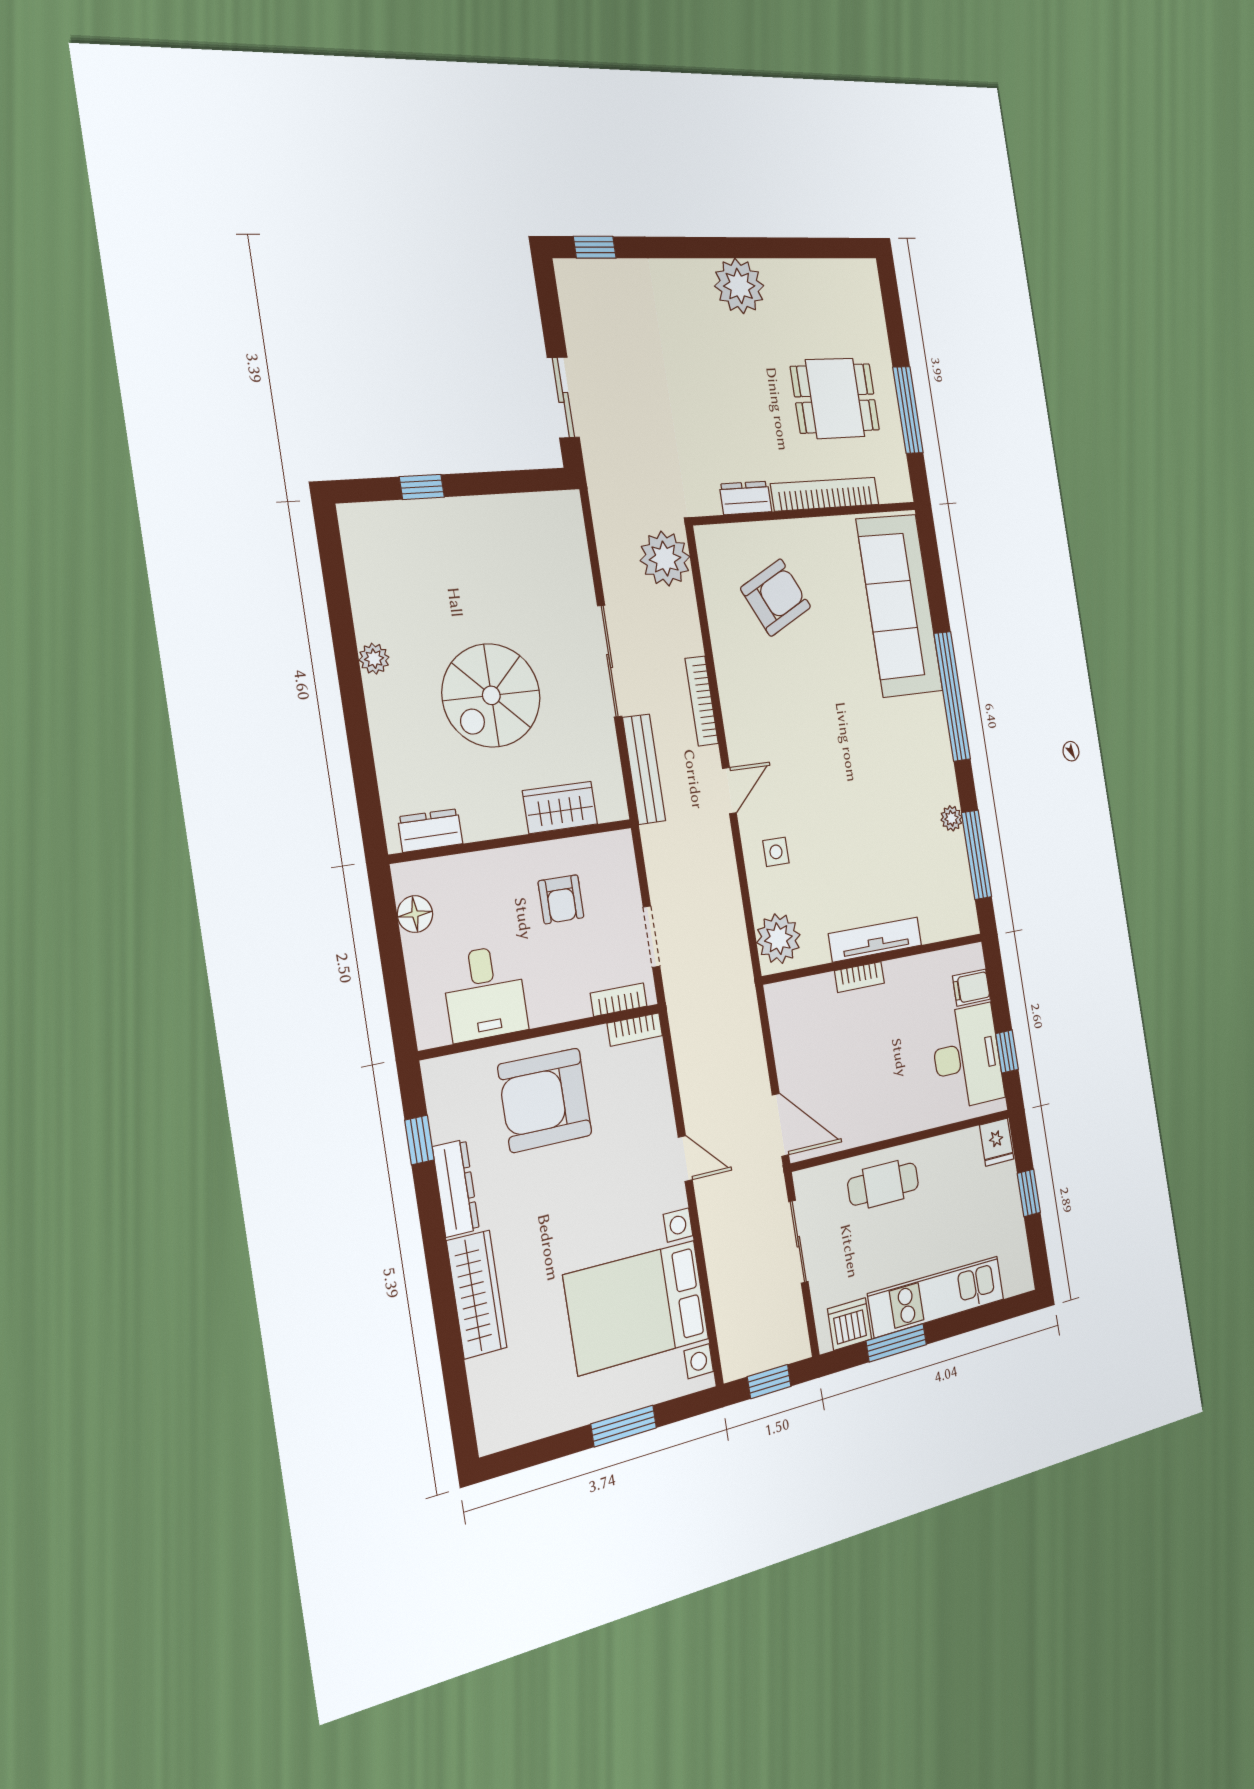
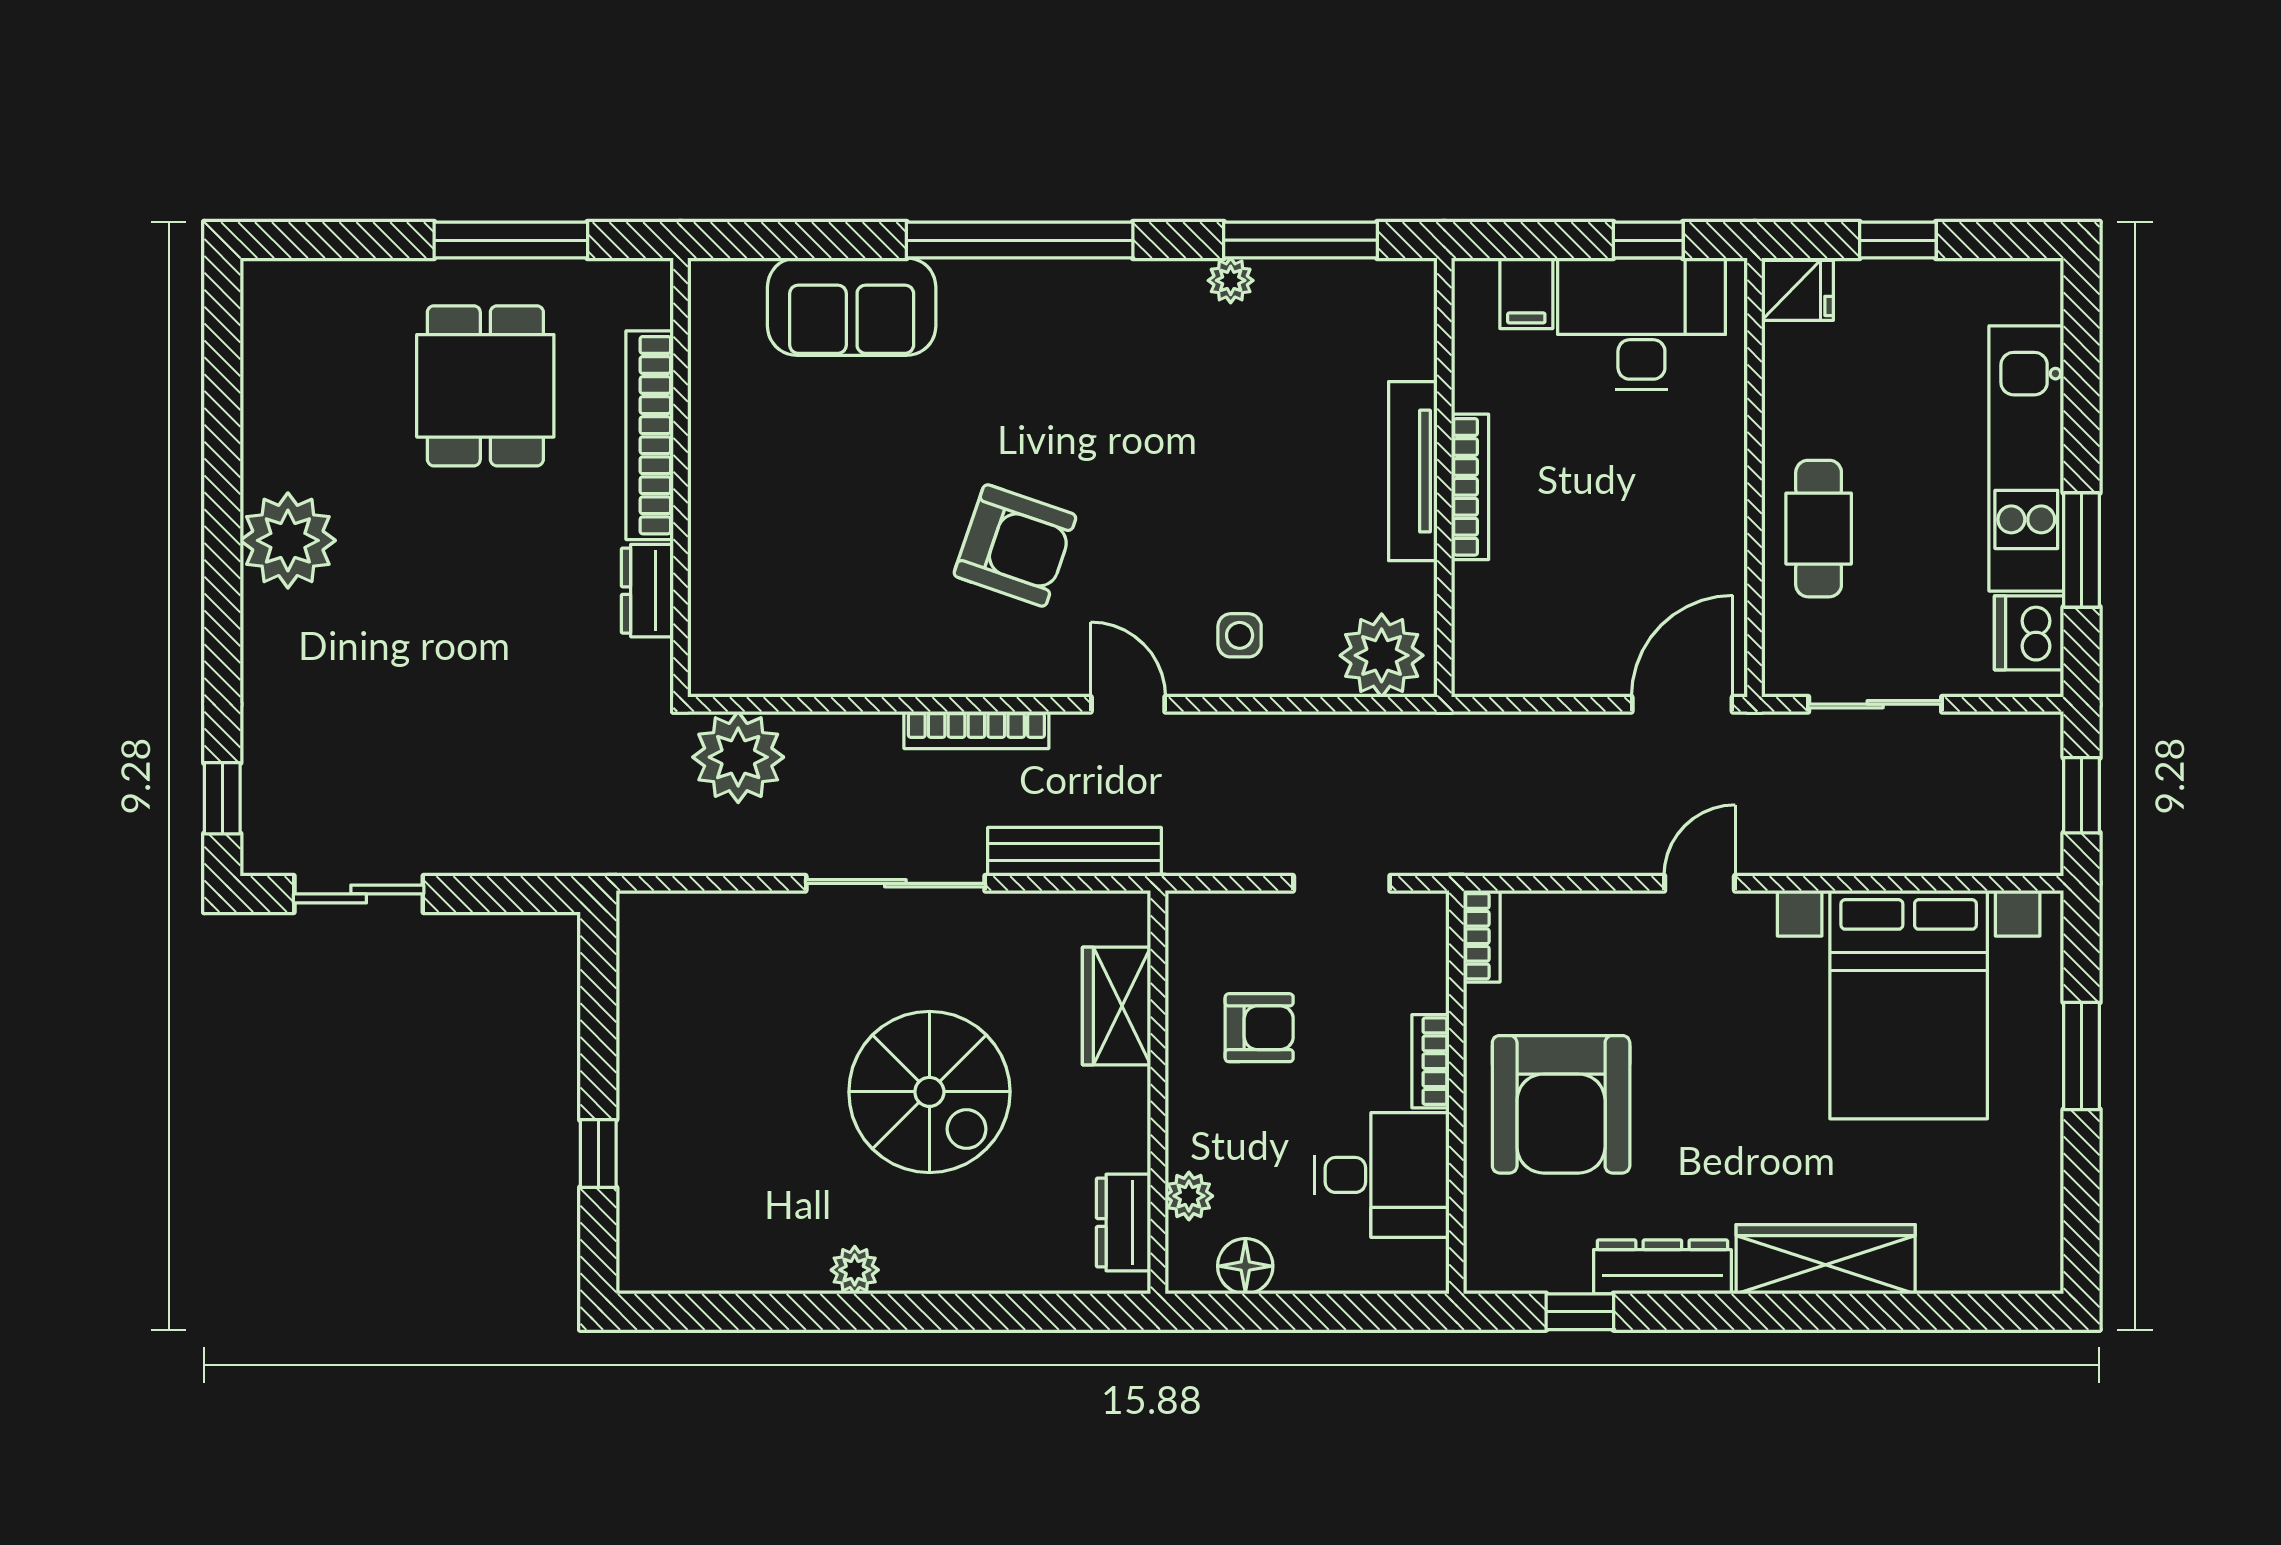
sliding door: (563, 397) -> (359, 894), moved
armchair: (776, 598) -> (1015, 545), moved, turned 136
sofa: (899, 605) -> (852, 307), width x0.54, depth x0.79
plant: (453, 870) -> (1189, 1196), added
bookcase: (859, 977) -> (1470, 487), width x1.56
bookcase: (619, 1000) -> (1430, 1061), moved

